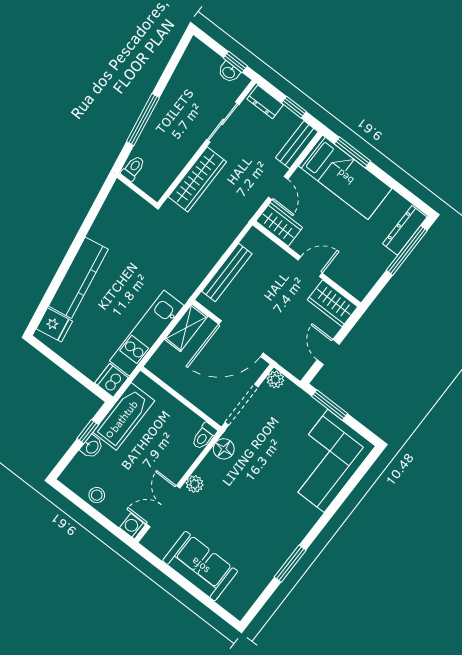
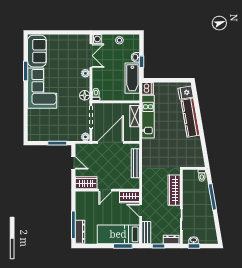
shelving: (186, 328) -> (135, 116), moved
corner sofa: (326, 461) -> (42, 88), moved
sofa: (200, 566) -> (37, 51), moved, turned -90

